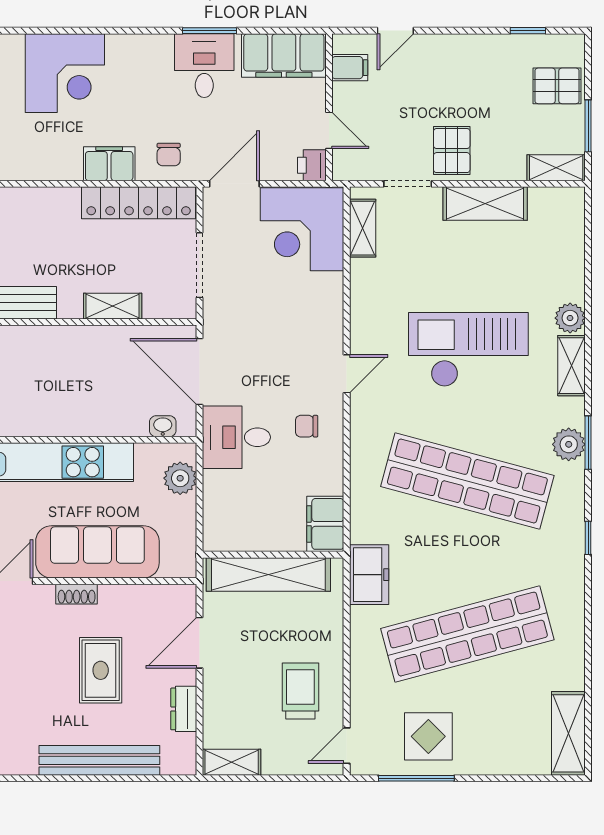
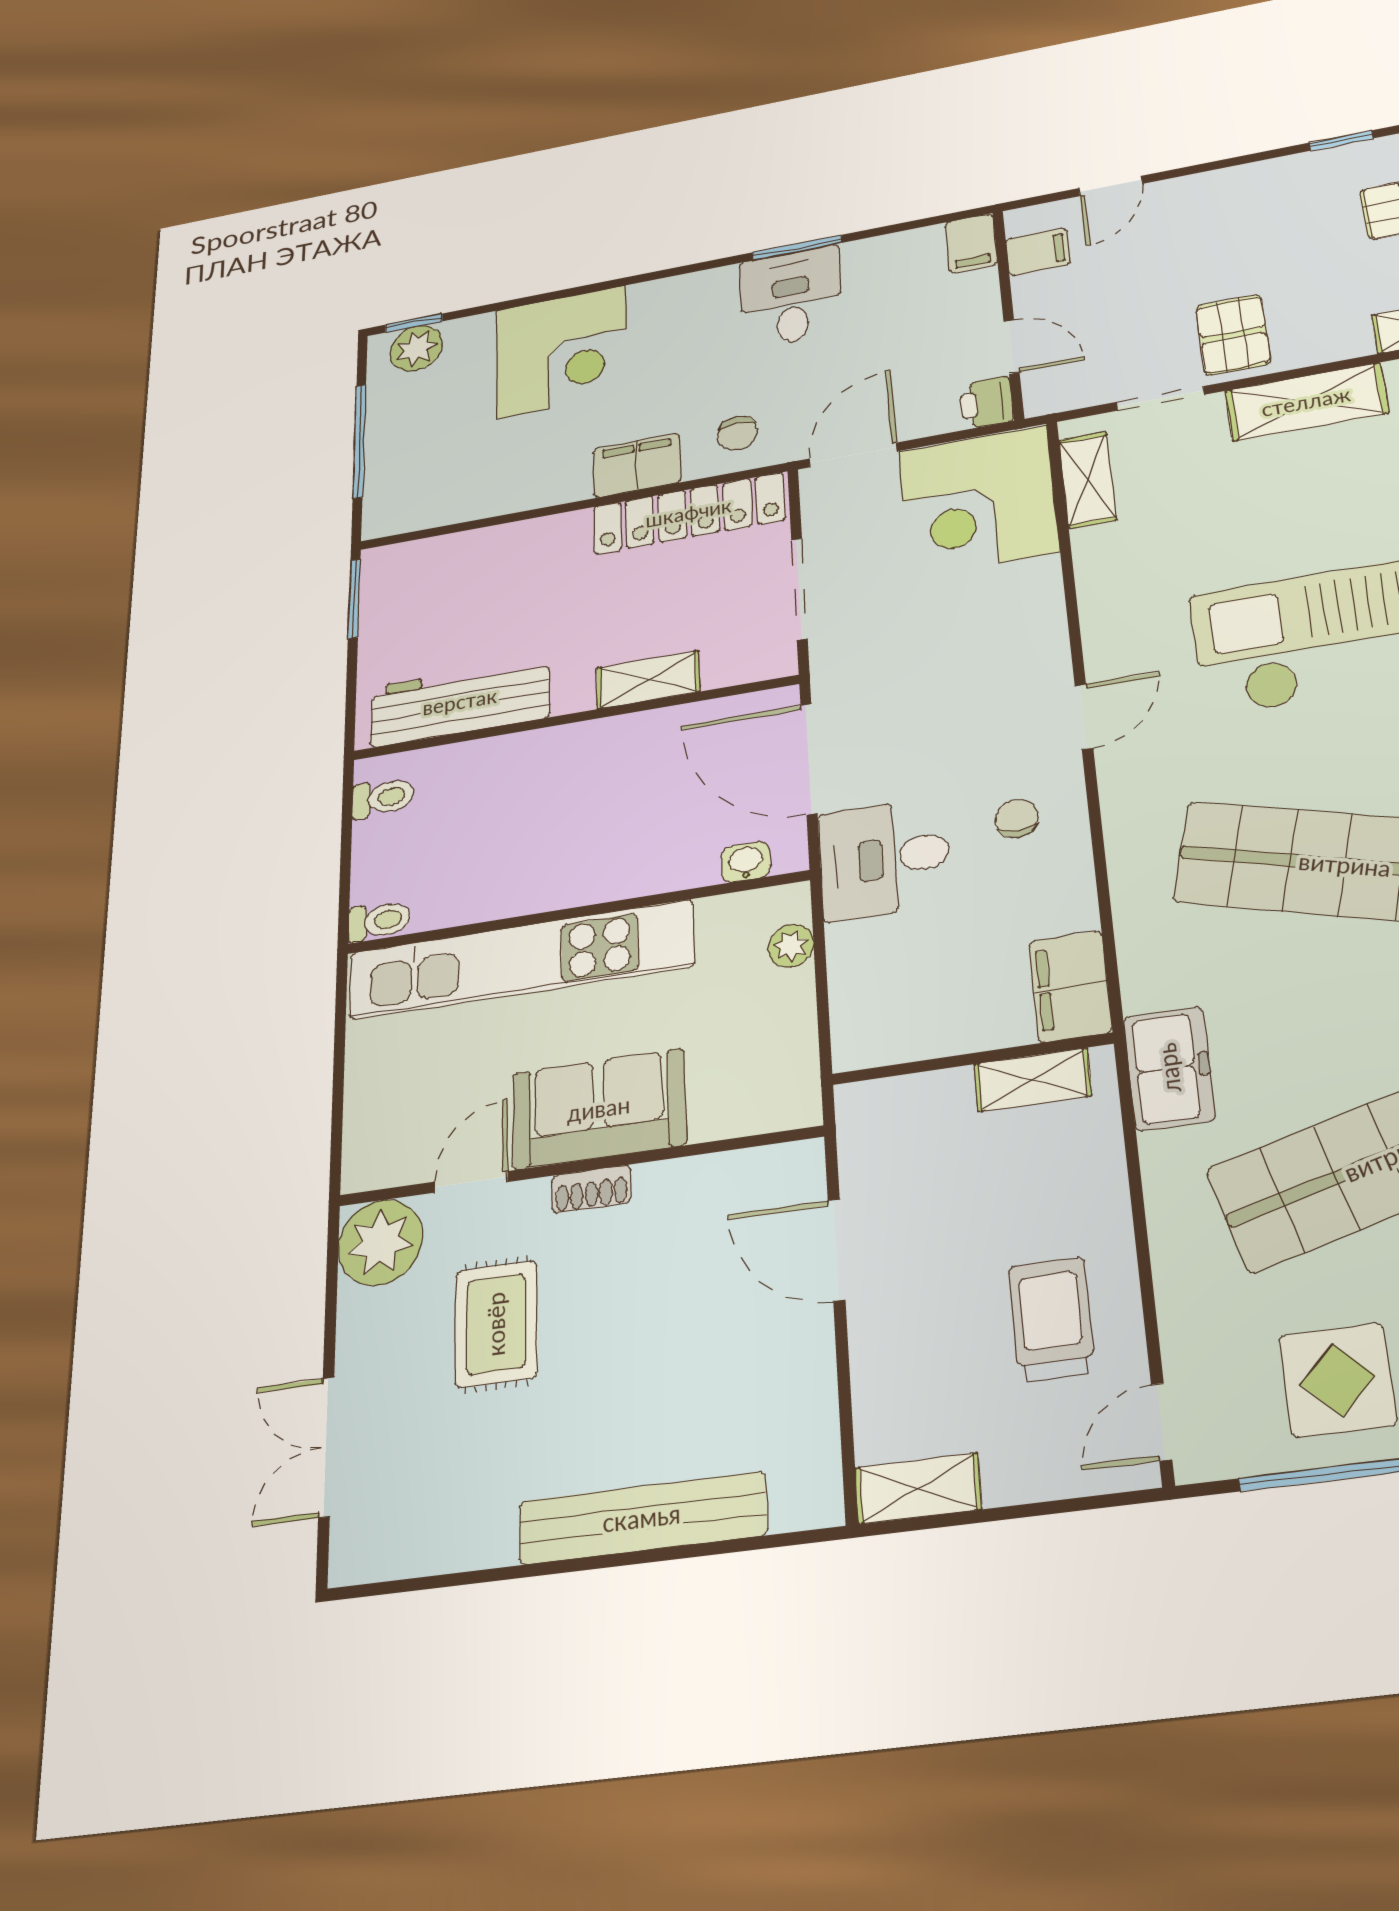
filing cabinet: (284, 55) -> (971, 243), width x0.33, depth x0.86
chair: (307, 426) -> (1017, 818), turned 90
plant: (180, 478) -> (791, 946), width x0.73, depth x0.73
sofa: (97, 552) -> (599, 1109), width x0.73
shelving: (268, 574) -> (1033, 1080), width x0.45, depth x0.75
door: (200, 643) -> (836, 1250), hinge flipped
rug: (101, 670) -> (496, 1324), moved
dresser: (184, 709) -> (812, 1388), removed

